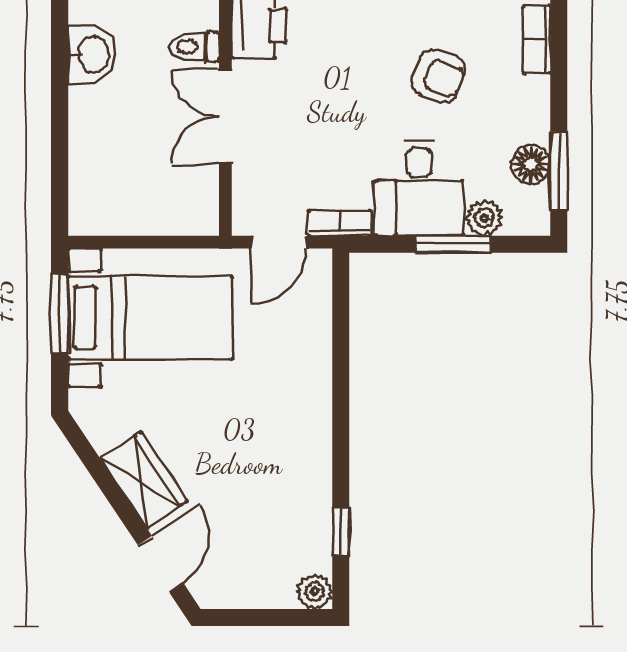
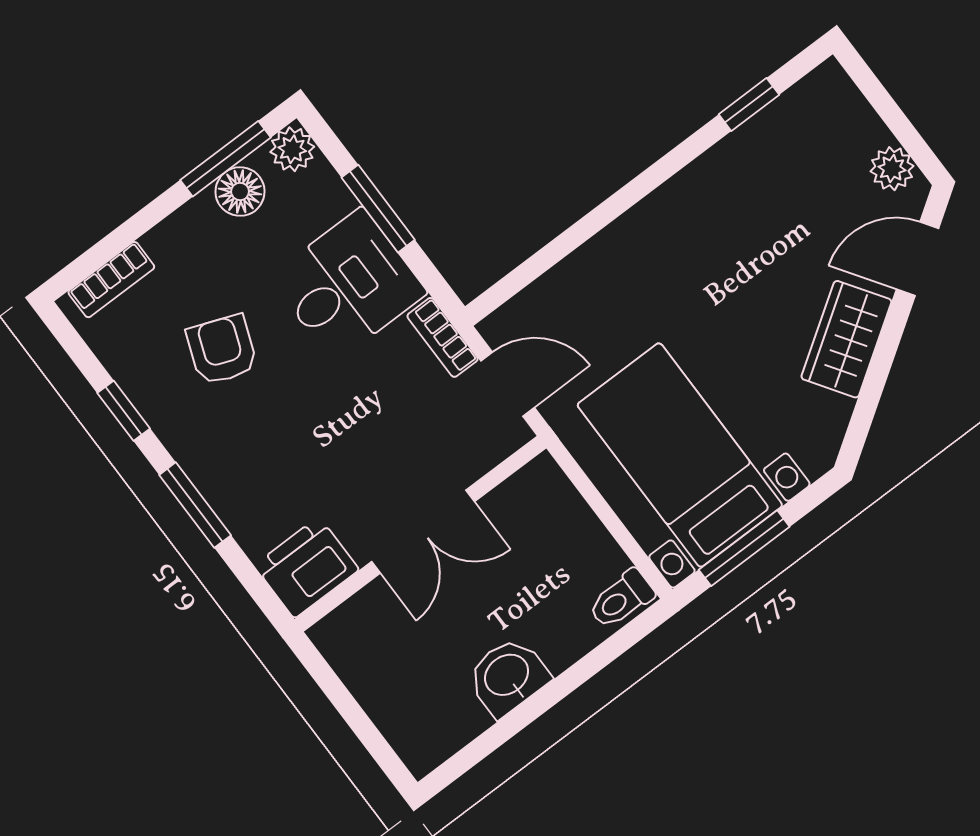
toilet: (194, 47) -> (621, 599), moved, turned 90
washbasin: (92, 54) -> (508, 676), moved
plant: (484, 218) -> (292, 149), moved
plant: (315, 592) -> (892, 169), moved

